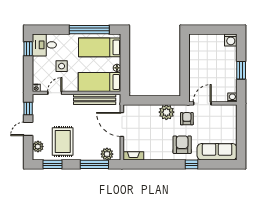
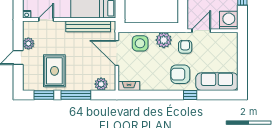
washing machine: (232, 97) -> (229, 20), width x1.89, depth x1.89
window: (28, 108) -> (18, 36), removed
side table: (144, 115) -> (140, 43), added
armchair: (182, 145) -> (180, 74), turned -90
plant: (38, 147) -> (28, 44), moved
window: (94, 164) -> (76, 95), moved

